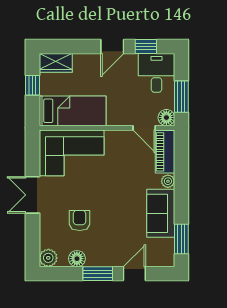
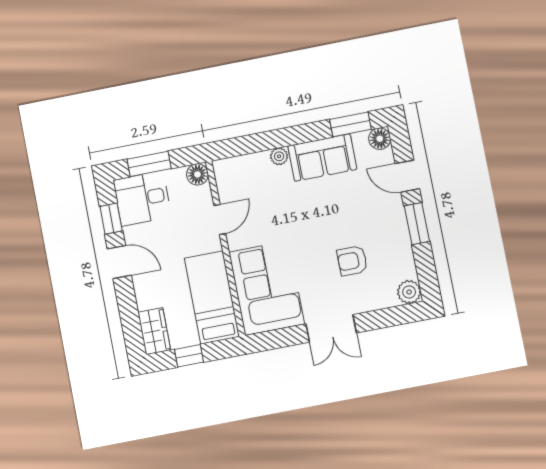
window: (181, 97) -> (149, 164), moved
door: (144, 128) -> (220, 220), moved
piano: (165, 152) -> (242, 167), removed
floor lamp: (77, 259) -> (380, 139), moved

